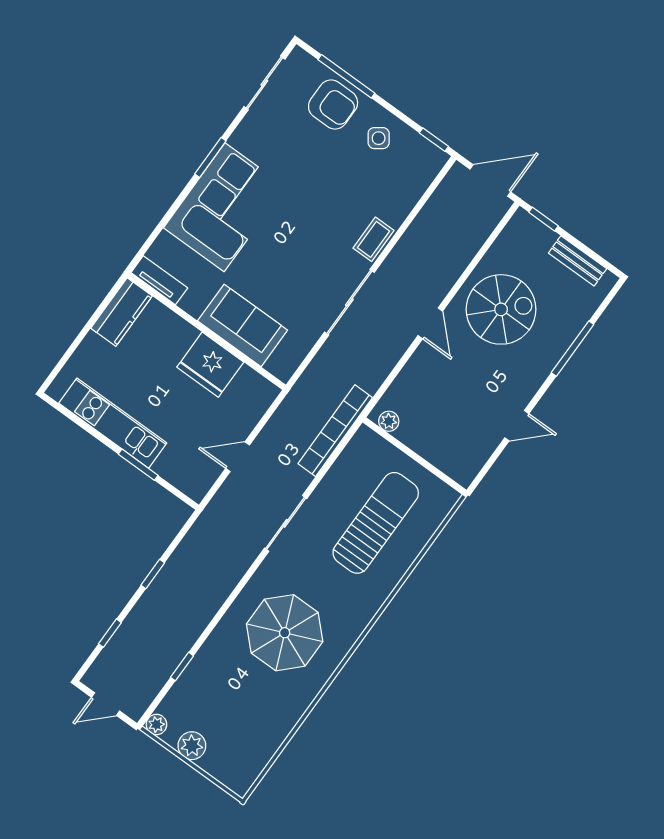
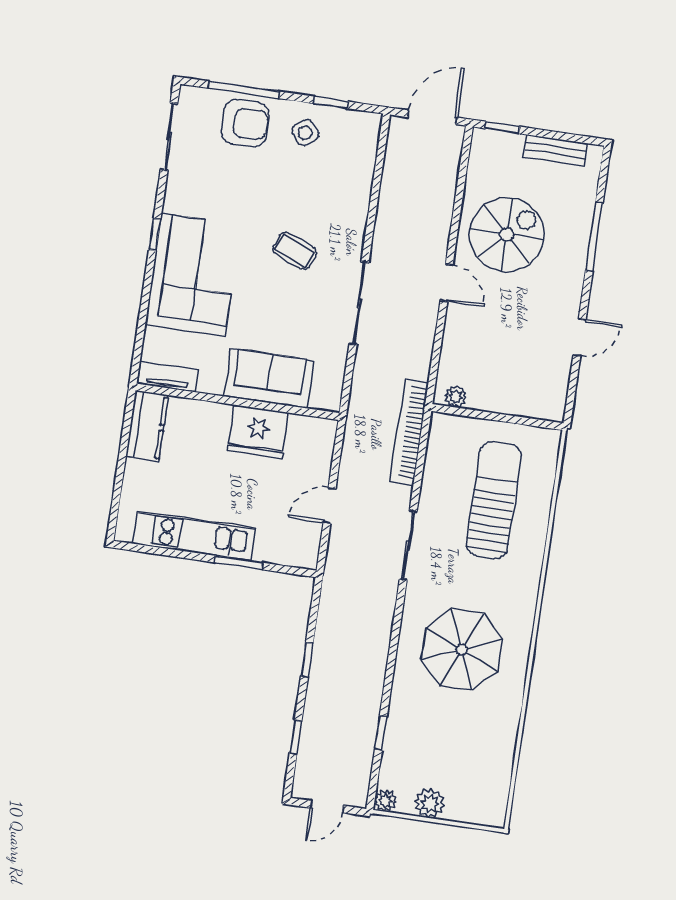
window: (434, 140) -> (331, 102), moved
window: (210, 157) -> (155, 234), width x0.67
coffee table: (374, 239) -> (295, 251), moved, turned -67

